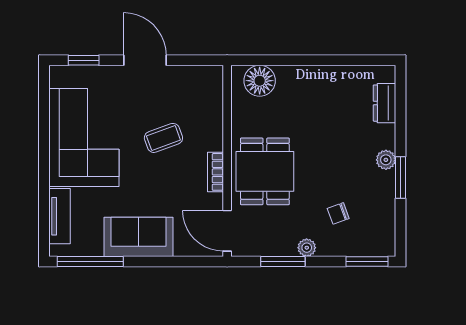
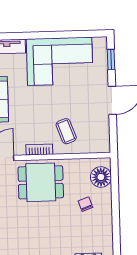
coffee table: (163, 138) -> (66, 131), moved
chair: (338, 213) -> (85, 204), moved

